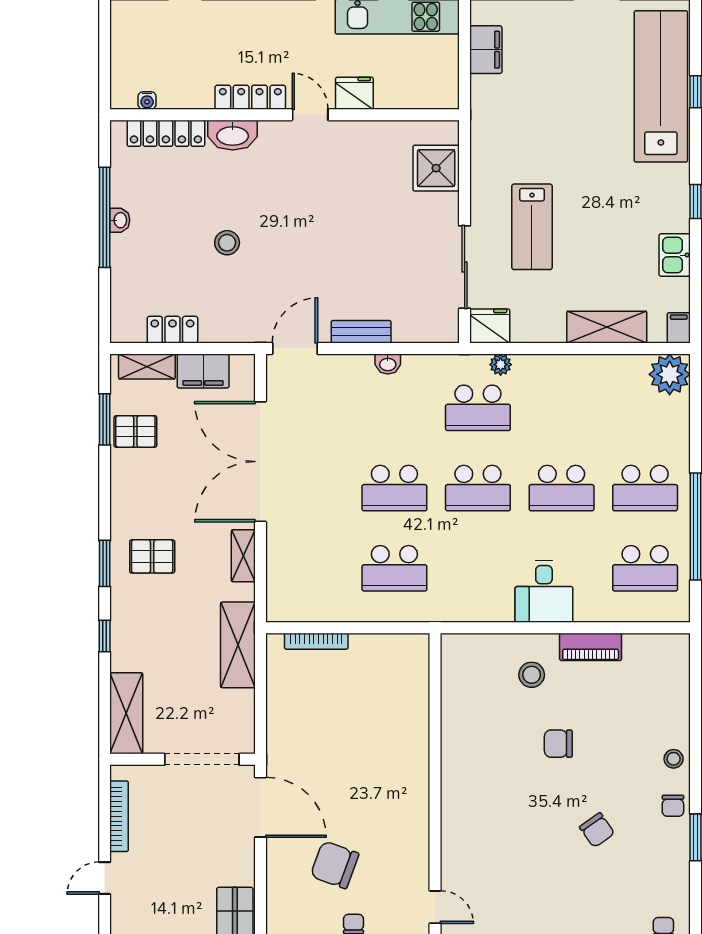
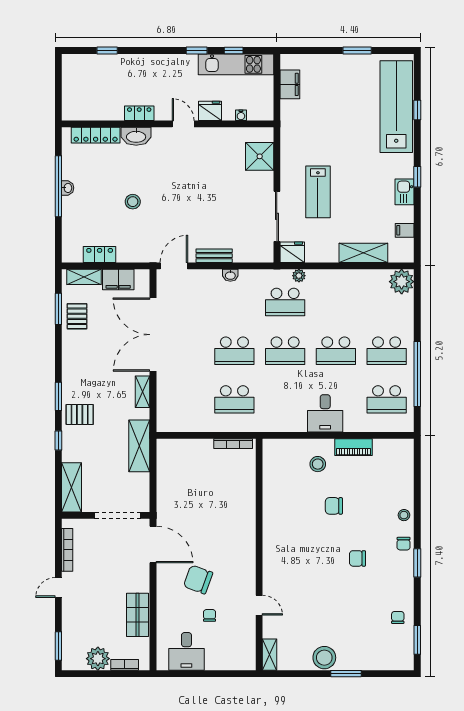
locker: (250, 97) -> (139, 113), width x0.66
water cooler: (147, 100) -> (241, 115), moved
kitchen sink: (675, 255) -> (405, 192), moved
filing cabinet: (679, 328) -> (405, 230), moved, turned -90
pallet: (135, 431) -> (77, 316), turned 90
pallet: (152, 556) -> (80, 414), moved
bookcase: (316, 641) -> (233, 444), moved
chair: (597, 830) -> (357, 558), turned 125

